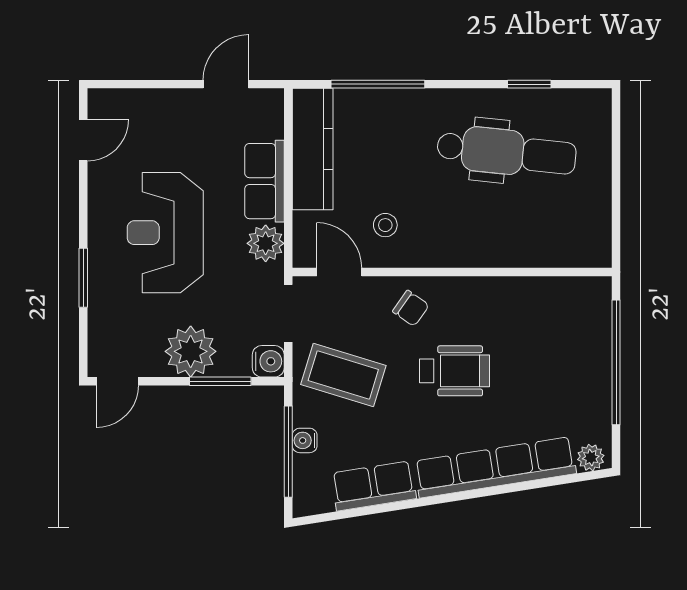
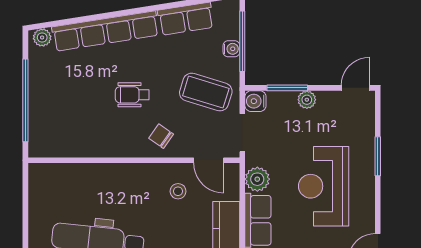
reception desk: (165, 233) -> (324, 186), turned 180
plant: (191, 351) -> (307, 100), width x0.53, depth x0.53
wheelchair: (455, 371) -> (132, 95), width x0.73, depth x0.73

